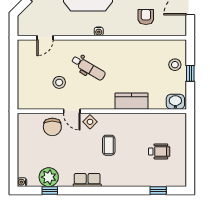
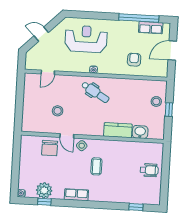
dental chair: (88, 68) -> (95, 92), moved
washbasin: (175, 102) -> (140, 132), moved
wheelchair: (159, 151) -> (149, 170), moved

